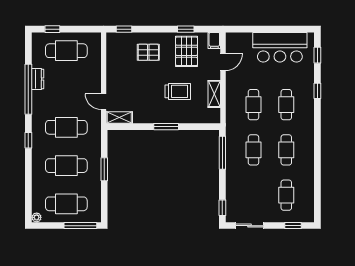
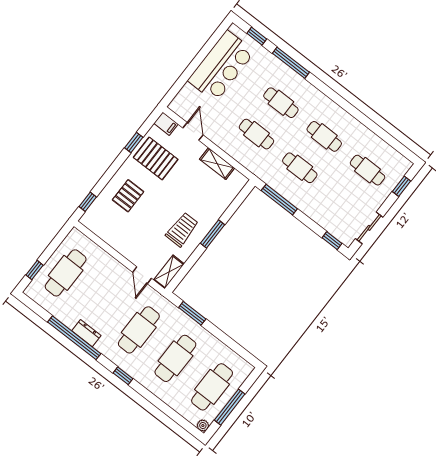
dresser: (38, 79) -> (86, 333), moved
trolley: (178, 91) -> (182, 230), moved
window: (317, 91) -> (291, 63), width x2.17
door: (104, 102) -> (142, 275), hinge flipped
window: (104, 169) -> (192, 313), moved
window: (80, 226) -> (230, 407), moved

